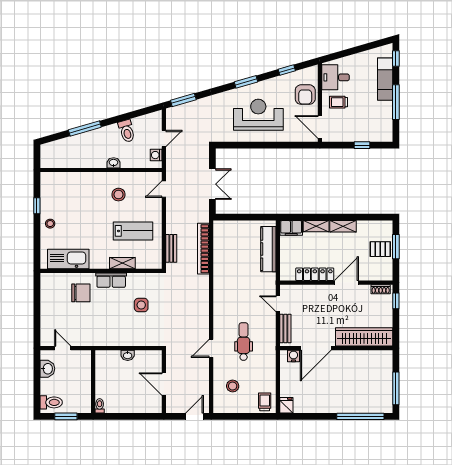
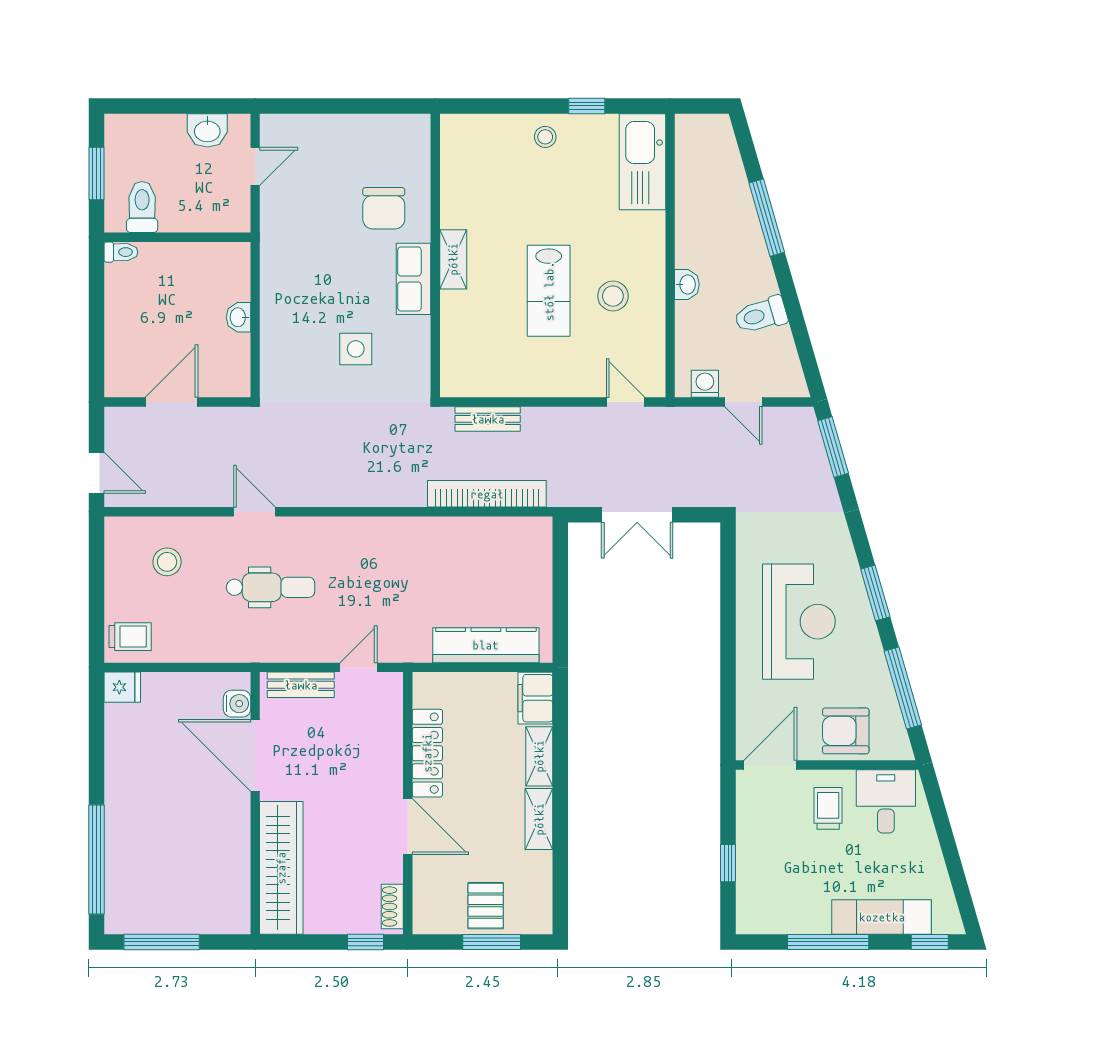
window: (287, 70) -> (903, 688), width x2.17
lab bench: (133, 231) -> (549, 291), moved
kitchen sink: (68, 259) -> (642, 162), moved, turned 180
shelving: (122, 263) -> (453, 259), moved
toilet: (51, 402) -> (142, 207), moved, turned 180

